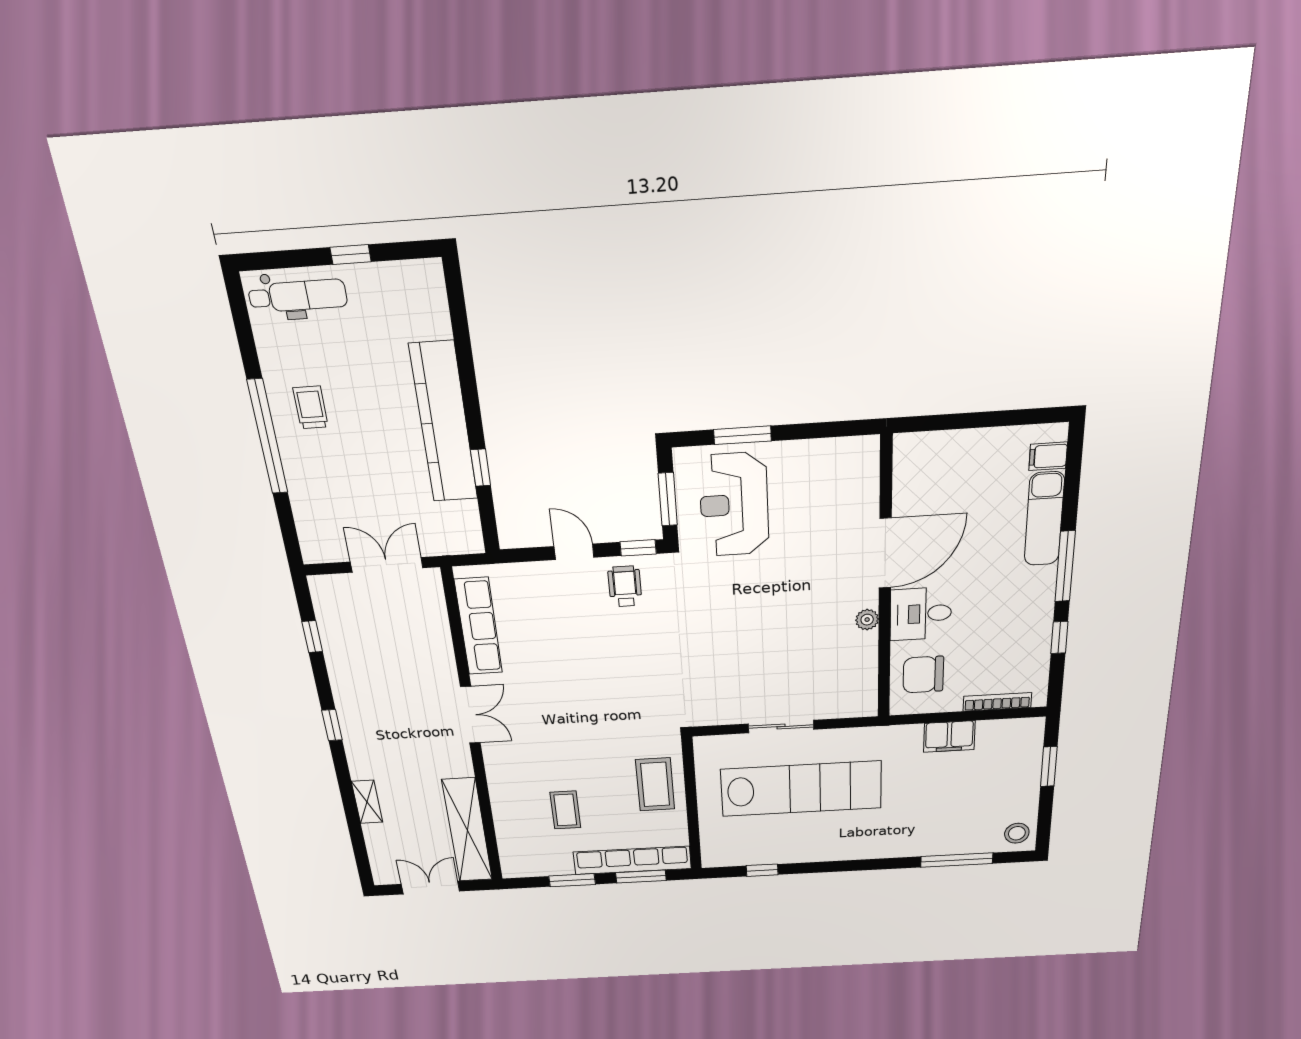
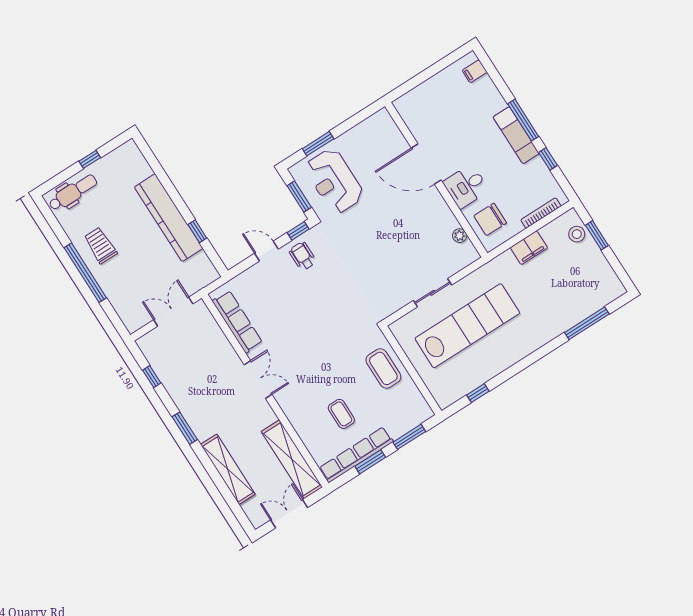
trolley: (311, 407) -> (100, 245), width x1.36, depth x1.39
exam couch: (1044, 519) -> (516, 135), moved
door: (885, 553) -> (426, 164), swing flipped
plant: (867, 620) -> (460, 236), moved
window: (332, 725) -> (185, 428), width x1.50
shelving: (367, 802) -> (228, 469), width x2.20, depth x1.33
stool: (1017, 833) -> (577, 234), moved
row of seats: (632, 860) -> (356, 455), moved

